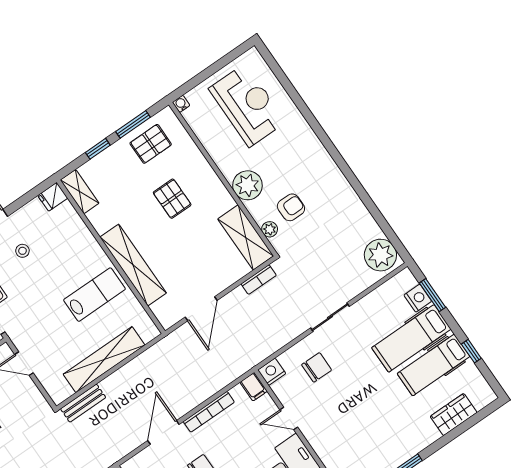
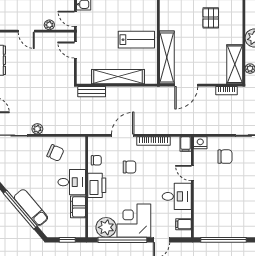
shelving: (133, 265) -> (167, 57), moved

